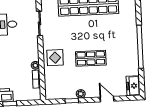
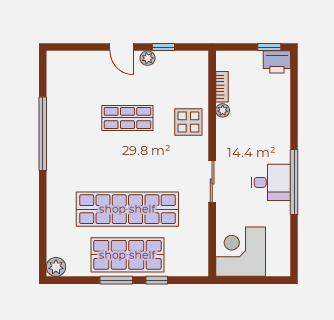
freezer: (133, 86) -> (57, 68), removed
door: (107, 99) -> (122, 47), moved

